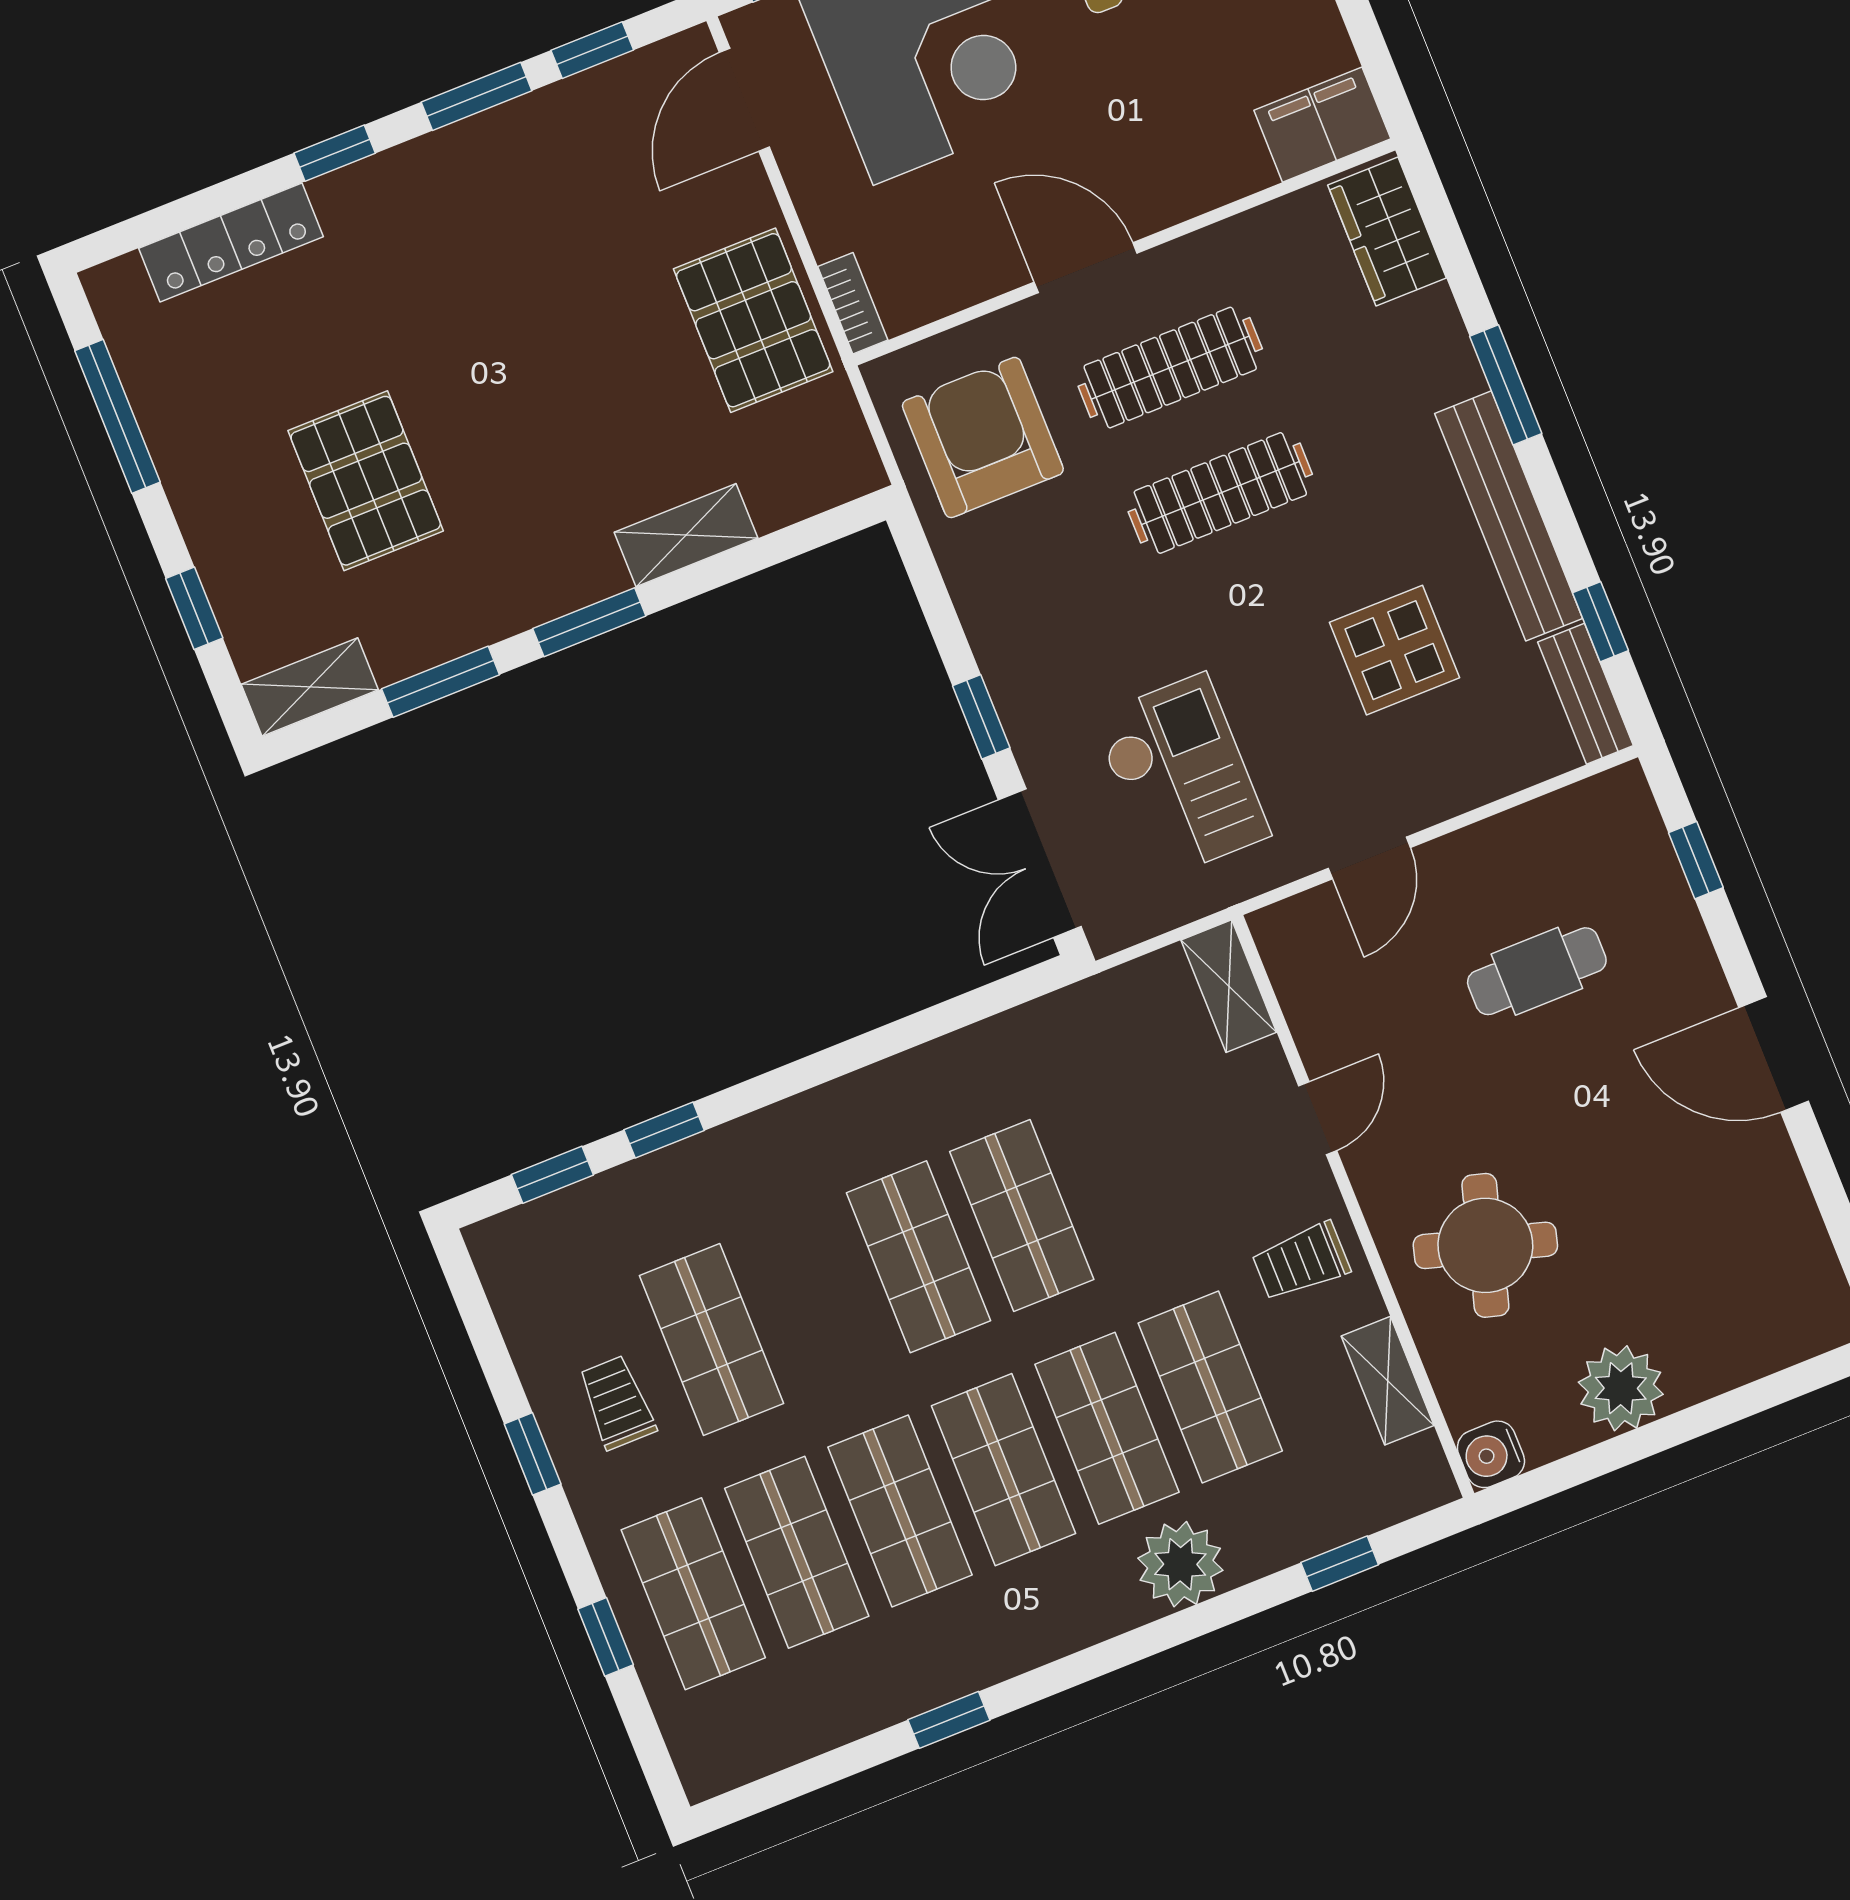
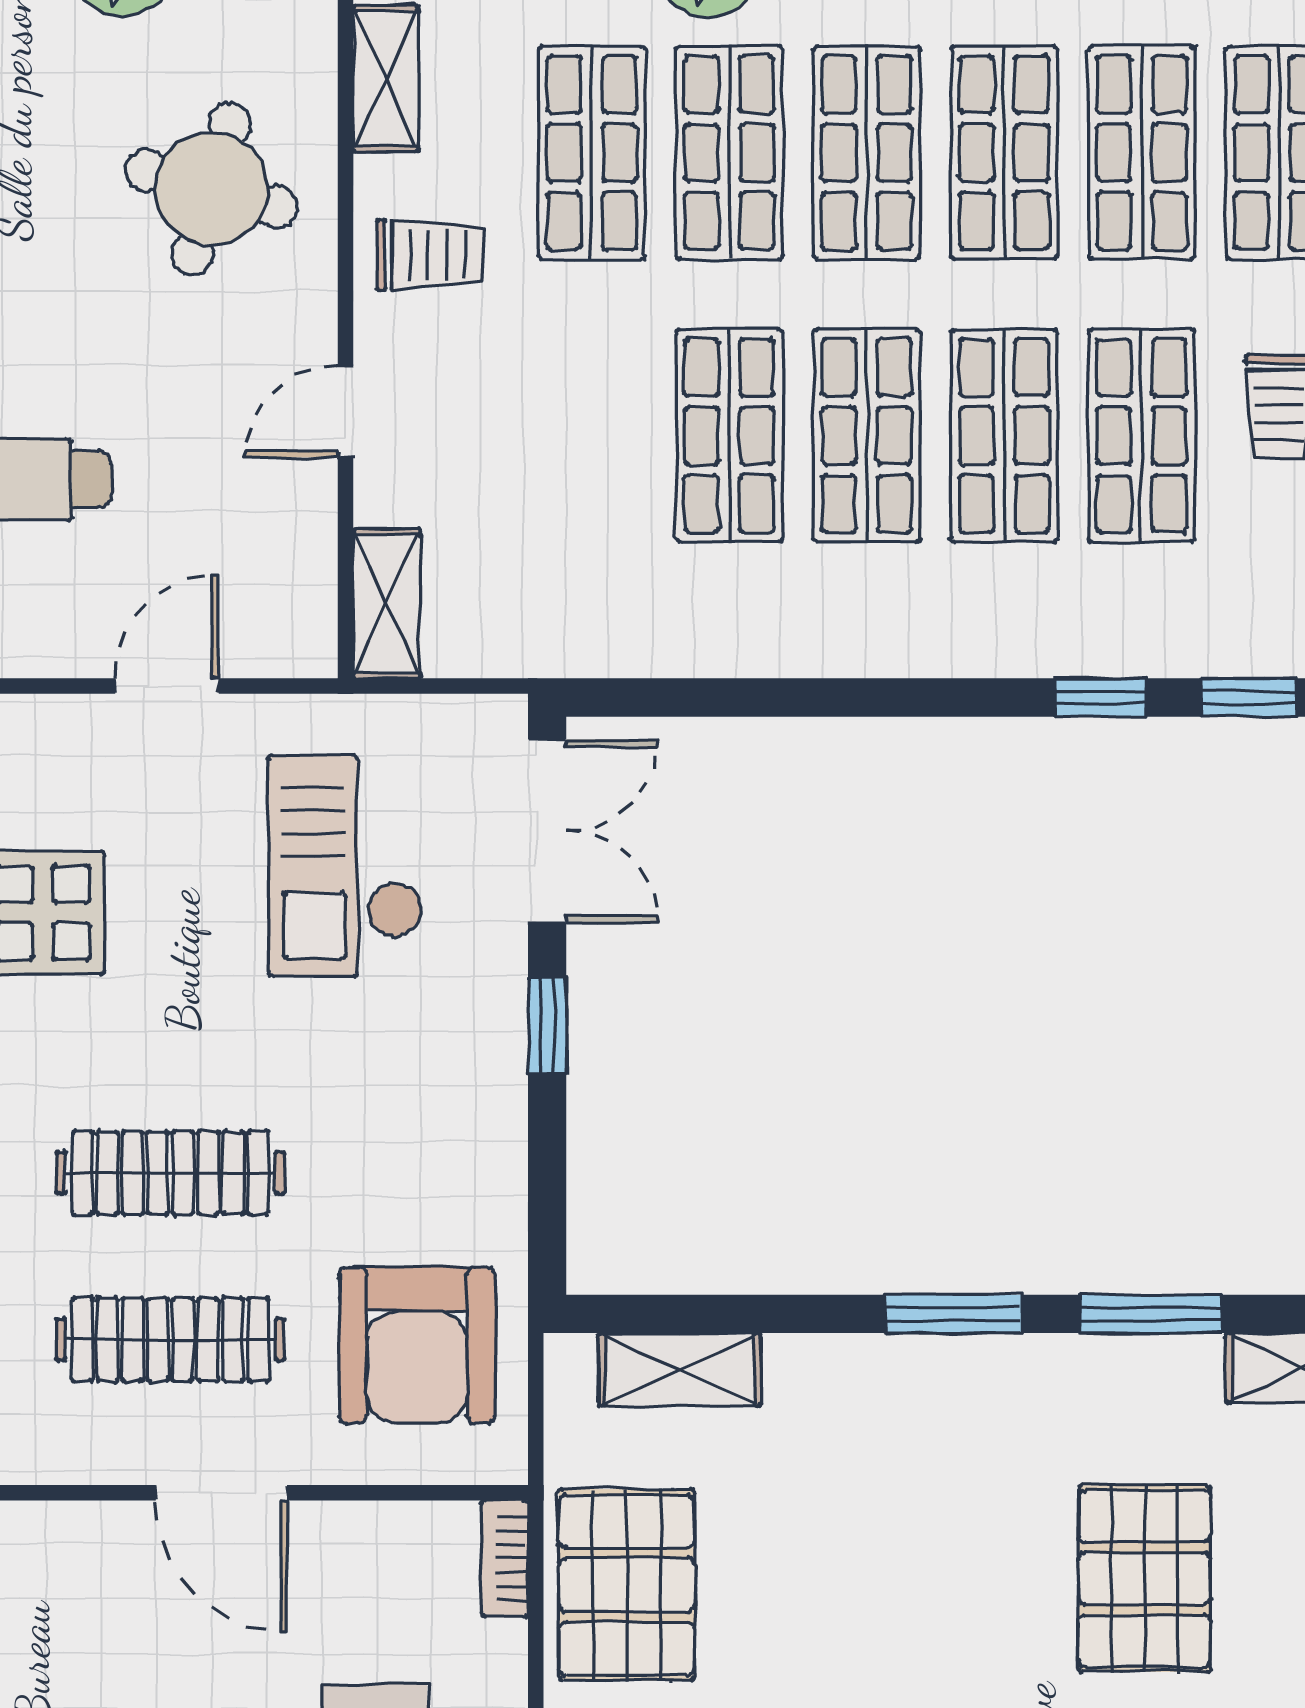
shelving: (686, 535) -> (680, 1369), moved
shop shelf: (815, 1298) -> (1004, 436), added

